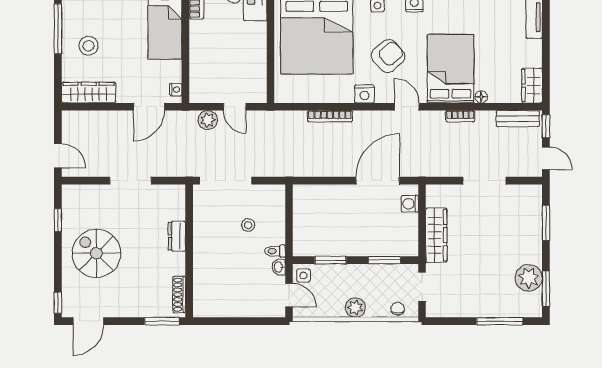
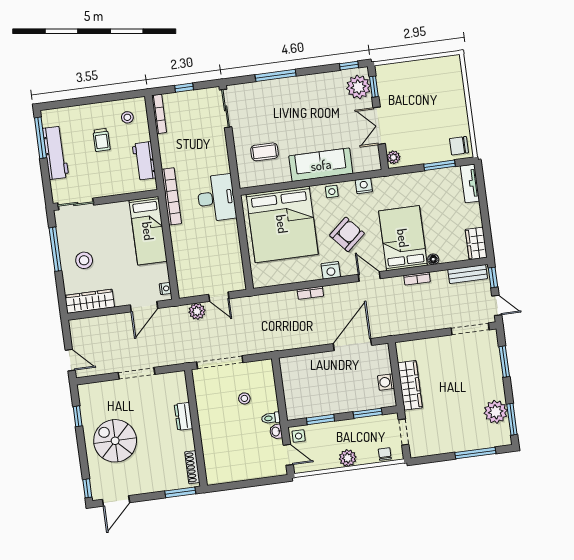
bookcase: (330, 116) -> (310, 293), width x0.64
doorway: (484, 181) -> (470, 329), moved
washing machine: (410, 204) -> (386, 382), moved

